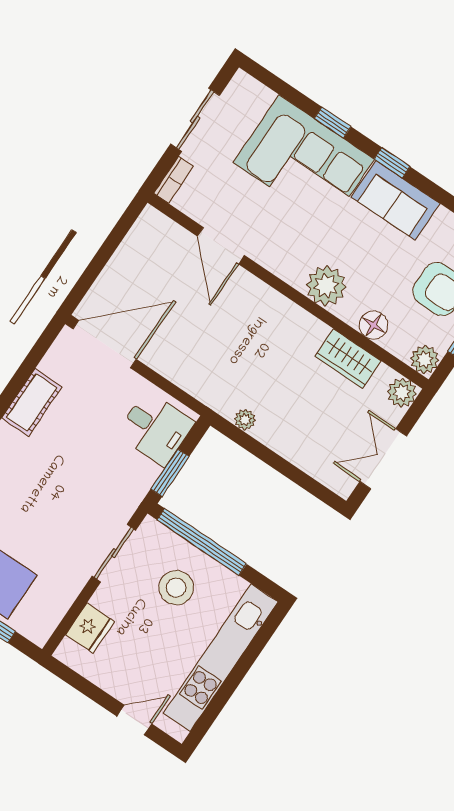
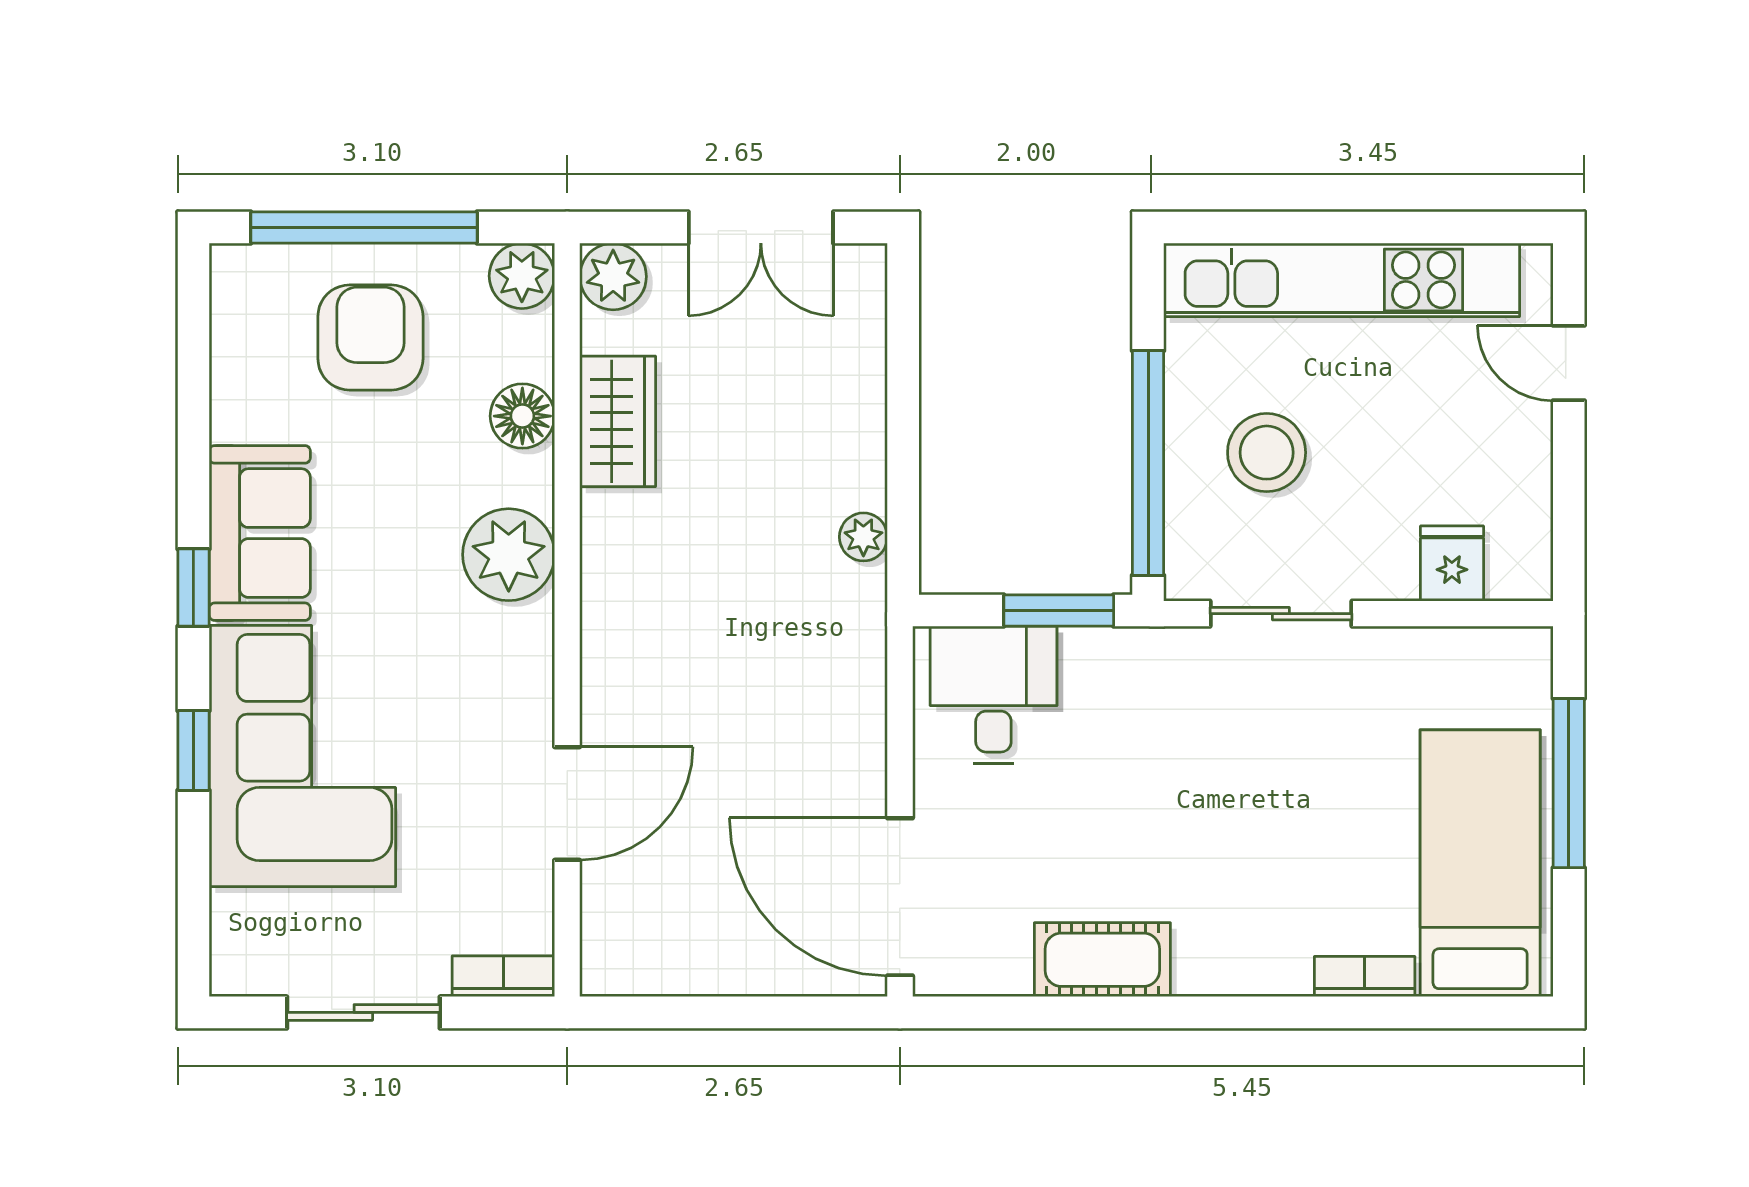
fridge: (90, 628) -> (1452, 564), width x0.72

